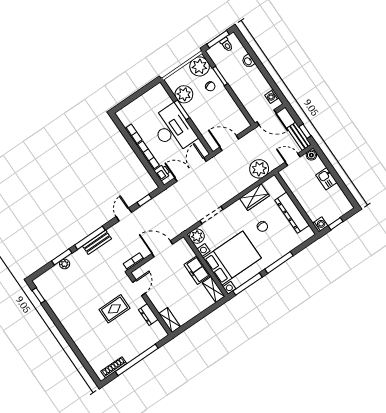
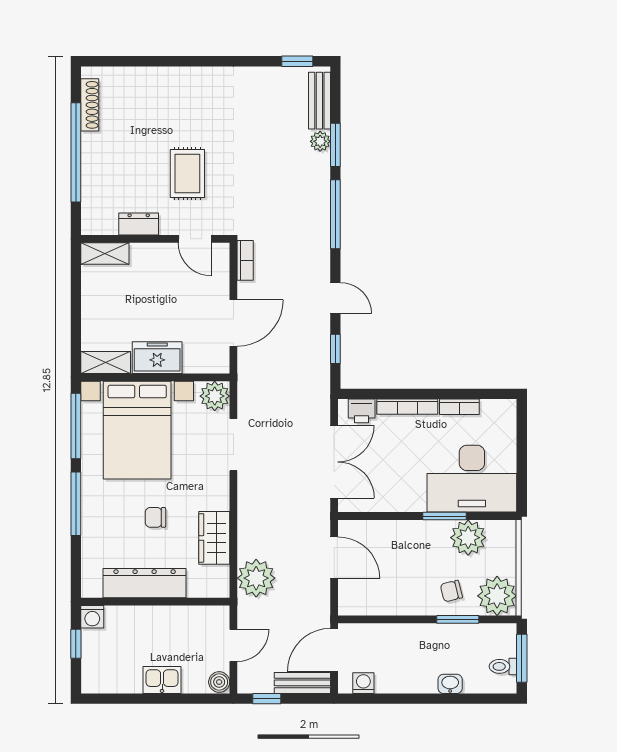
desk: (173, 129) -> (472, 479), moved
bench: (299, 136) -> (302, 683), moved
door: (229, 143) -> (334, 558), hinge flipped
bench: (97, 242) -> (319, 101), moved

